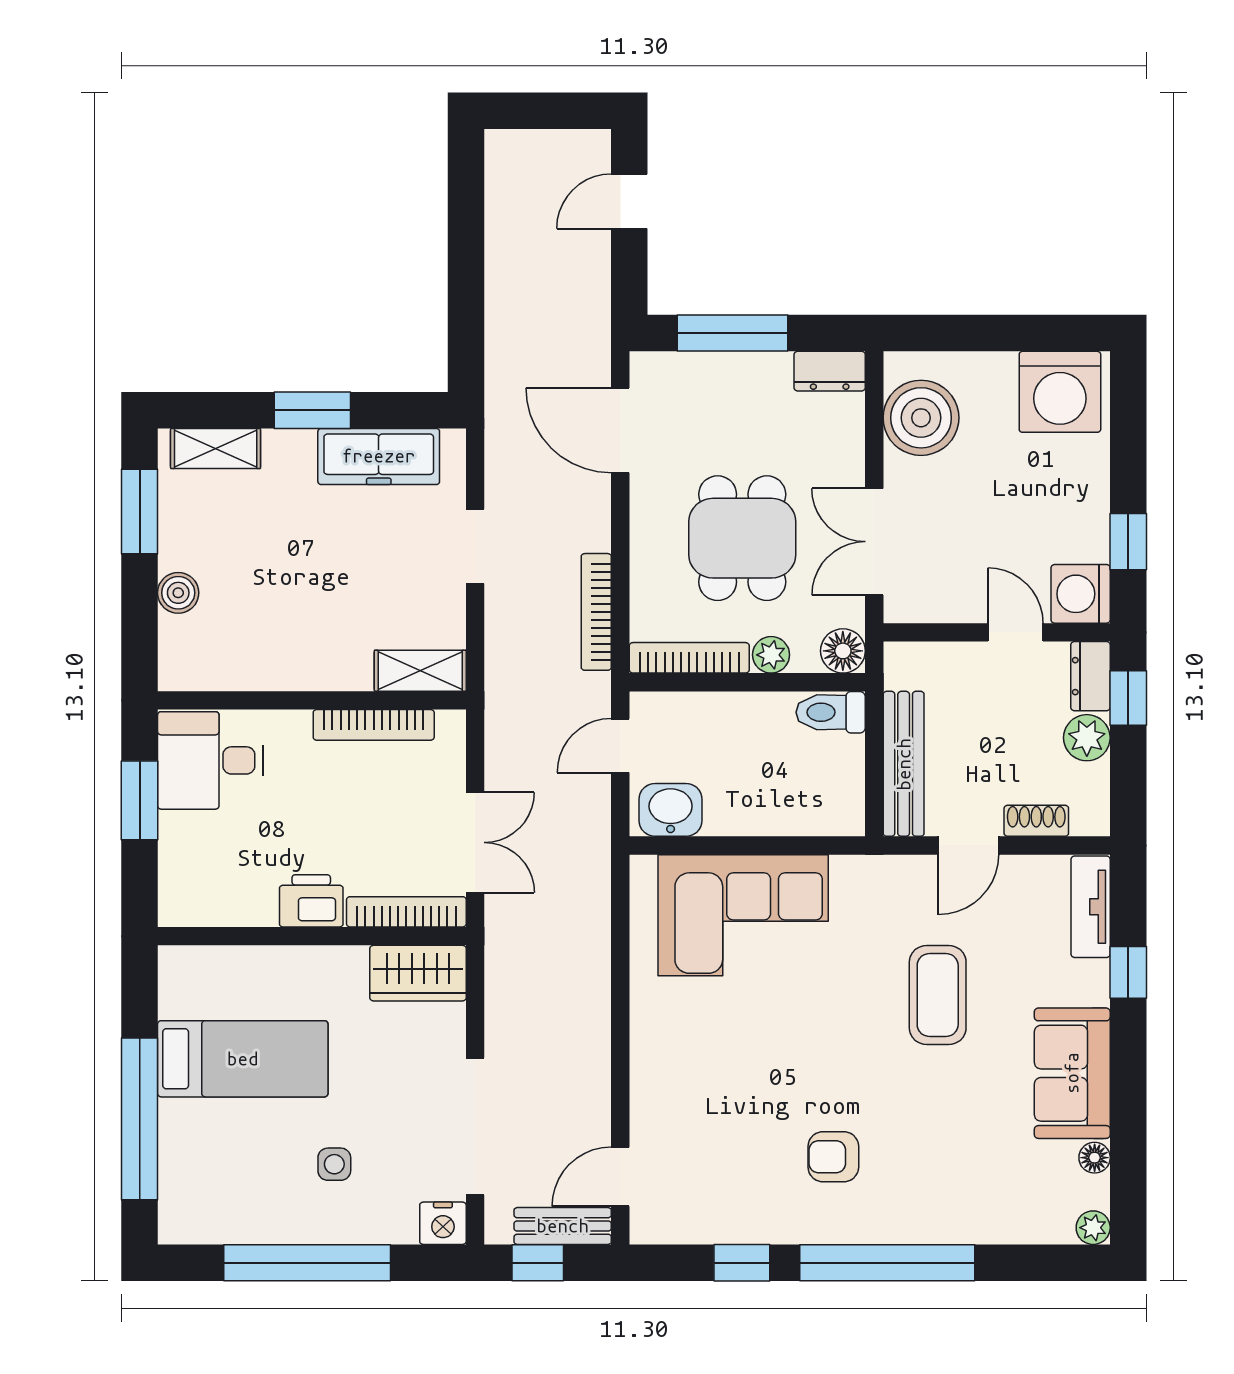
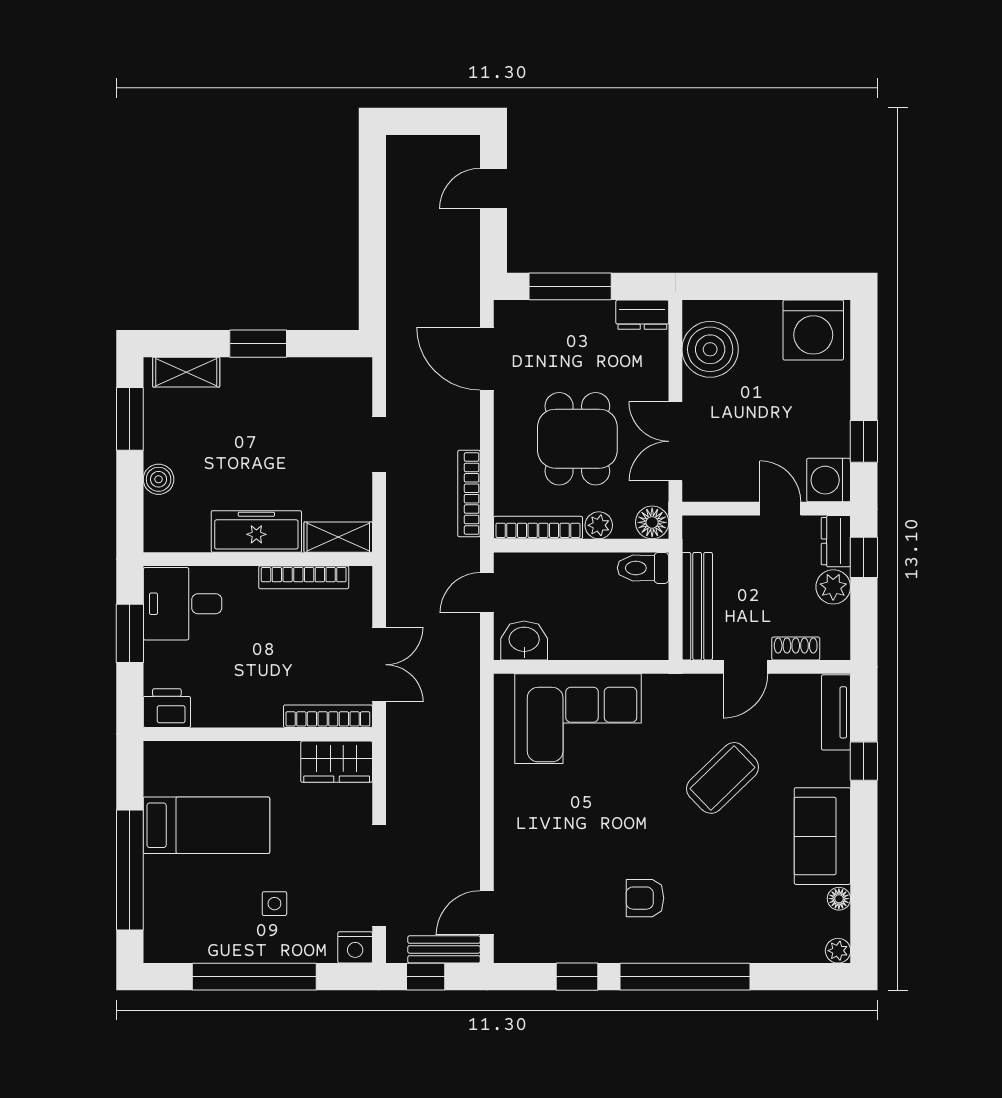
freezer: (379, 456) -> (256, 531), moved, turned 180
printer: (311, 901) -> (167, 708), moved
coffee table: (938, 995) -> (723, 778), turned 46

